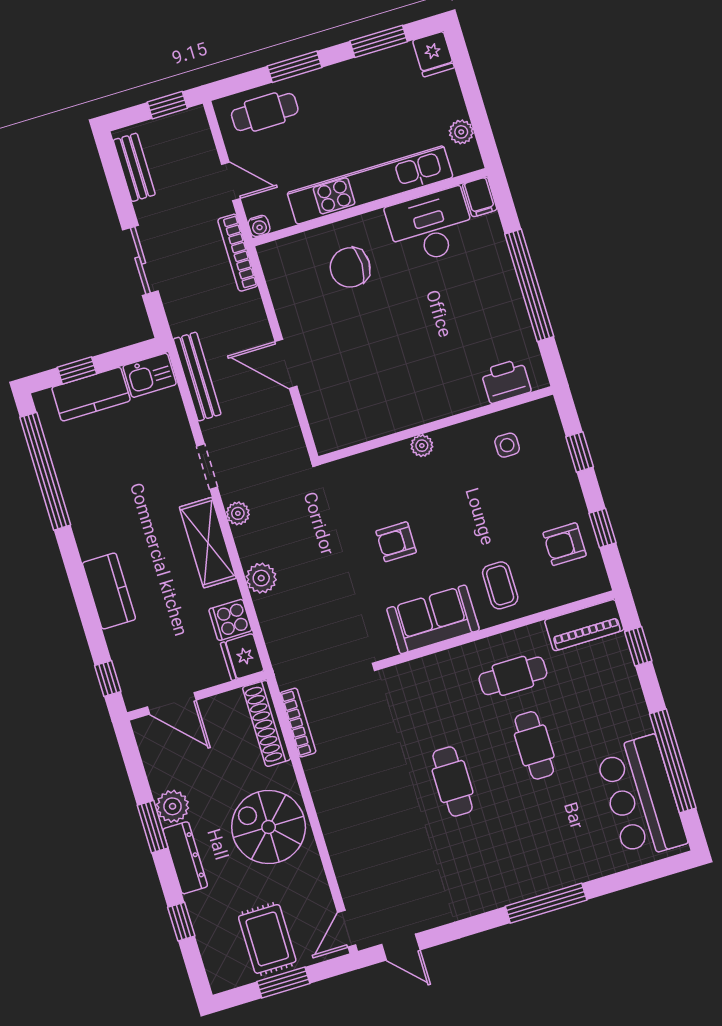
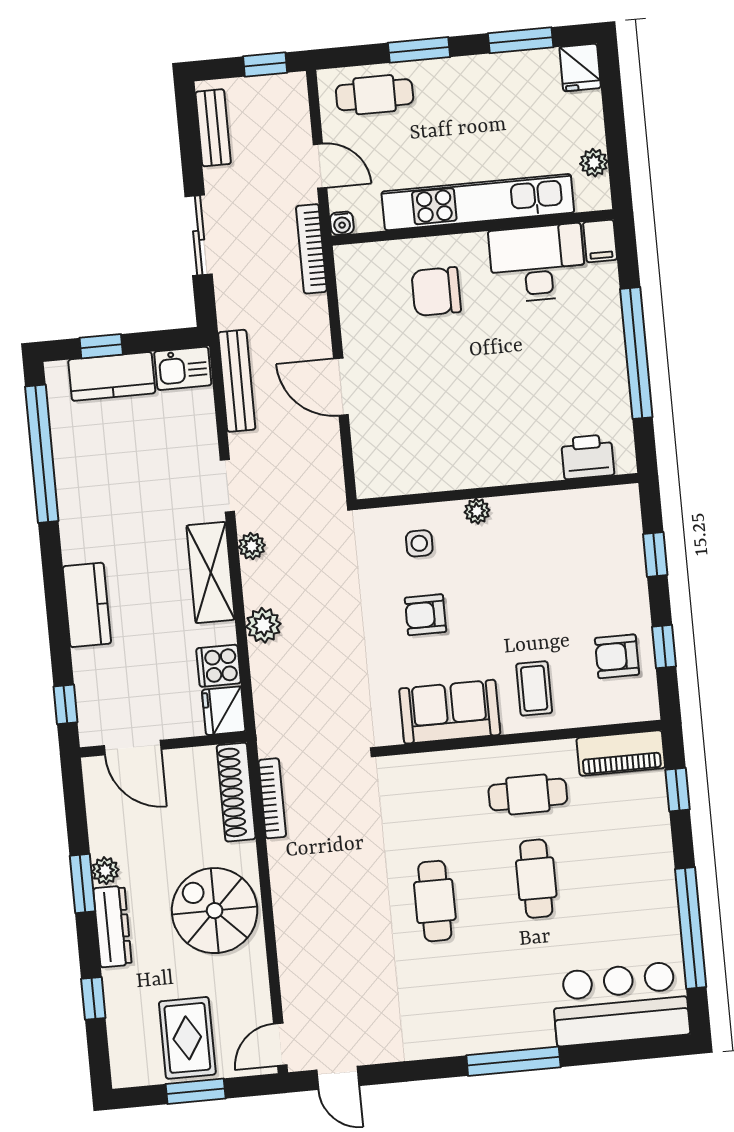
side table: (507, 445) -> (419, 543), moved
bar counter: (641, 797) -> (620, 1004), moved, turned 90
plant: (173, 806) -> (105, 871), width x0.73, depth x0.73

